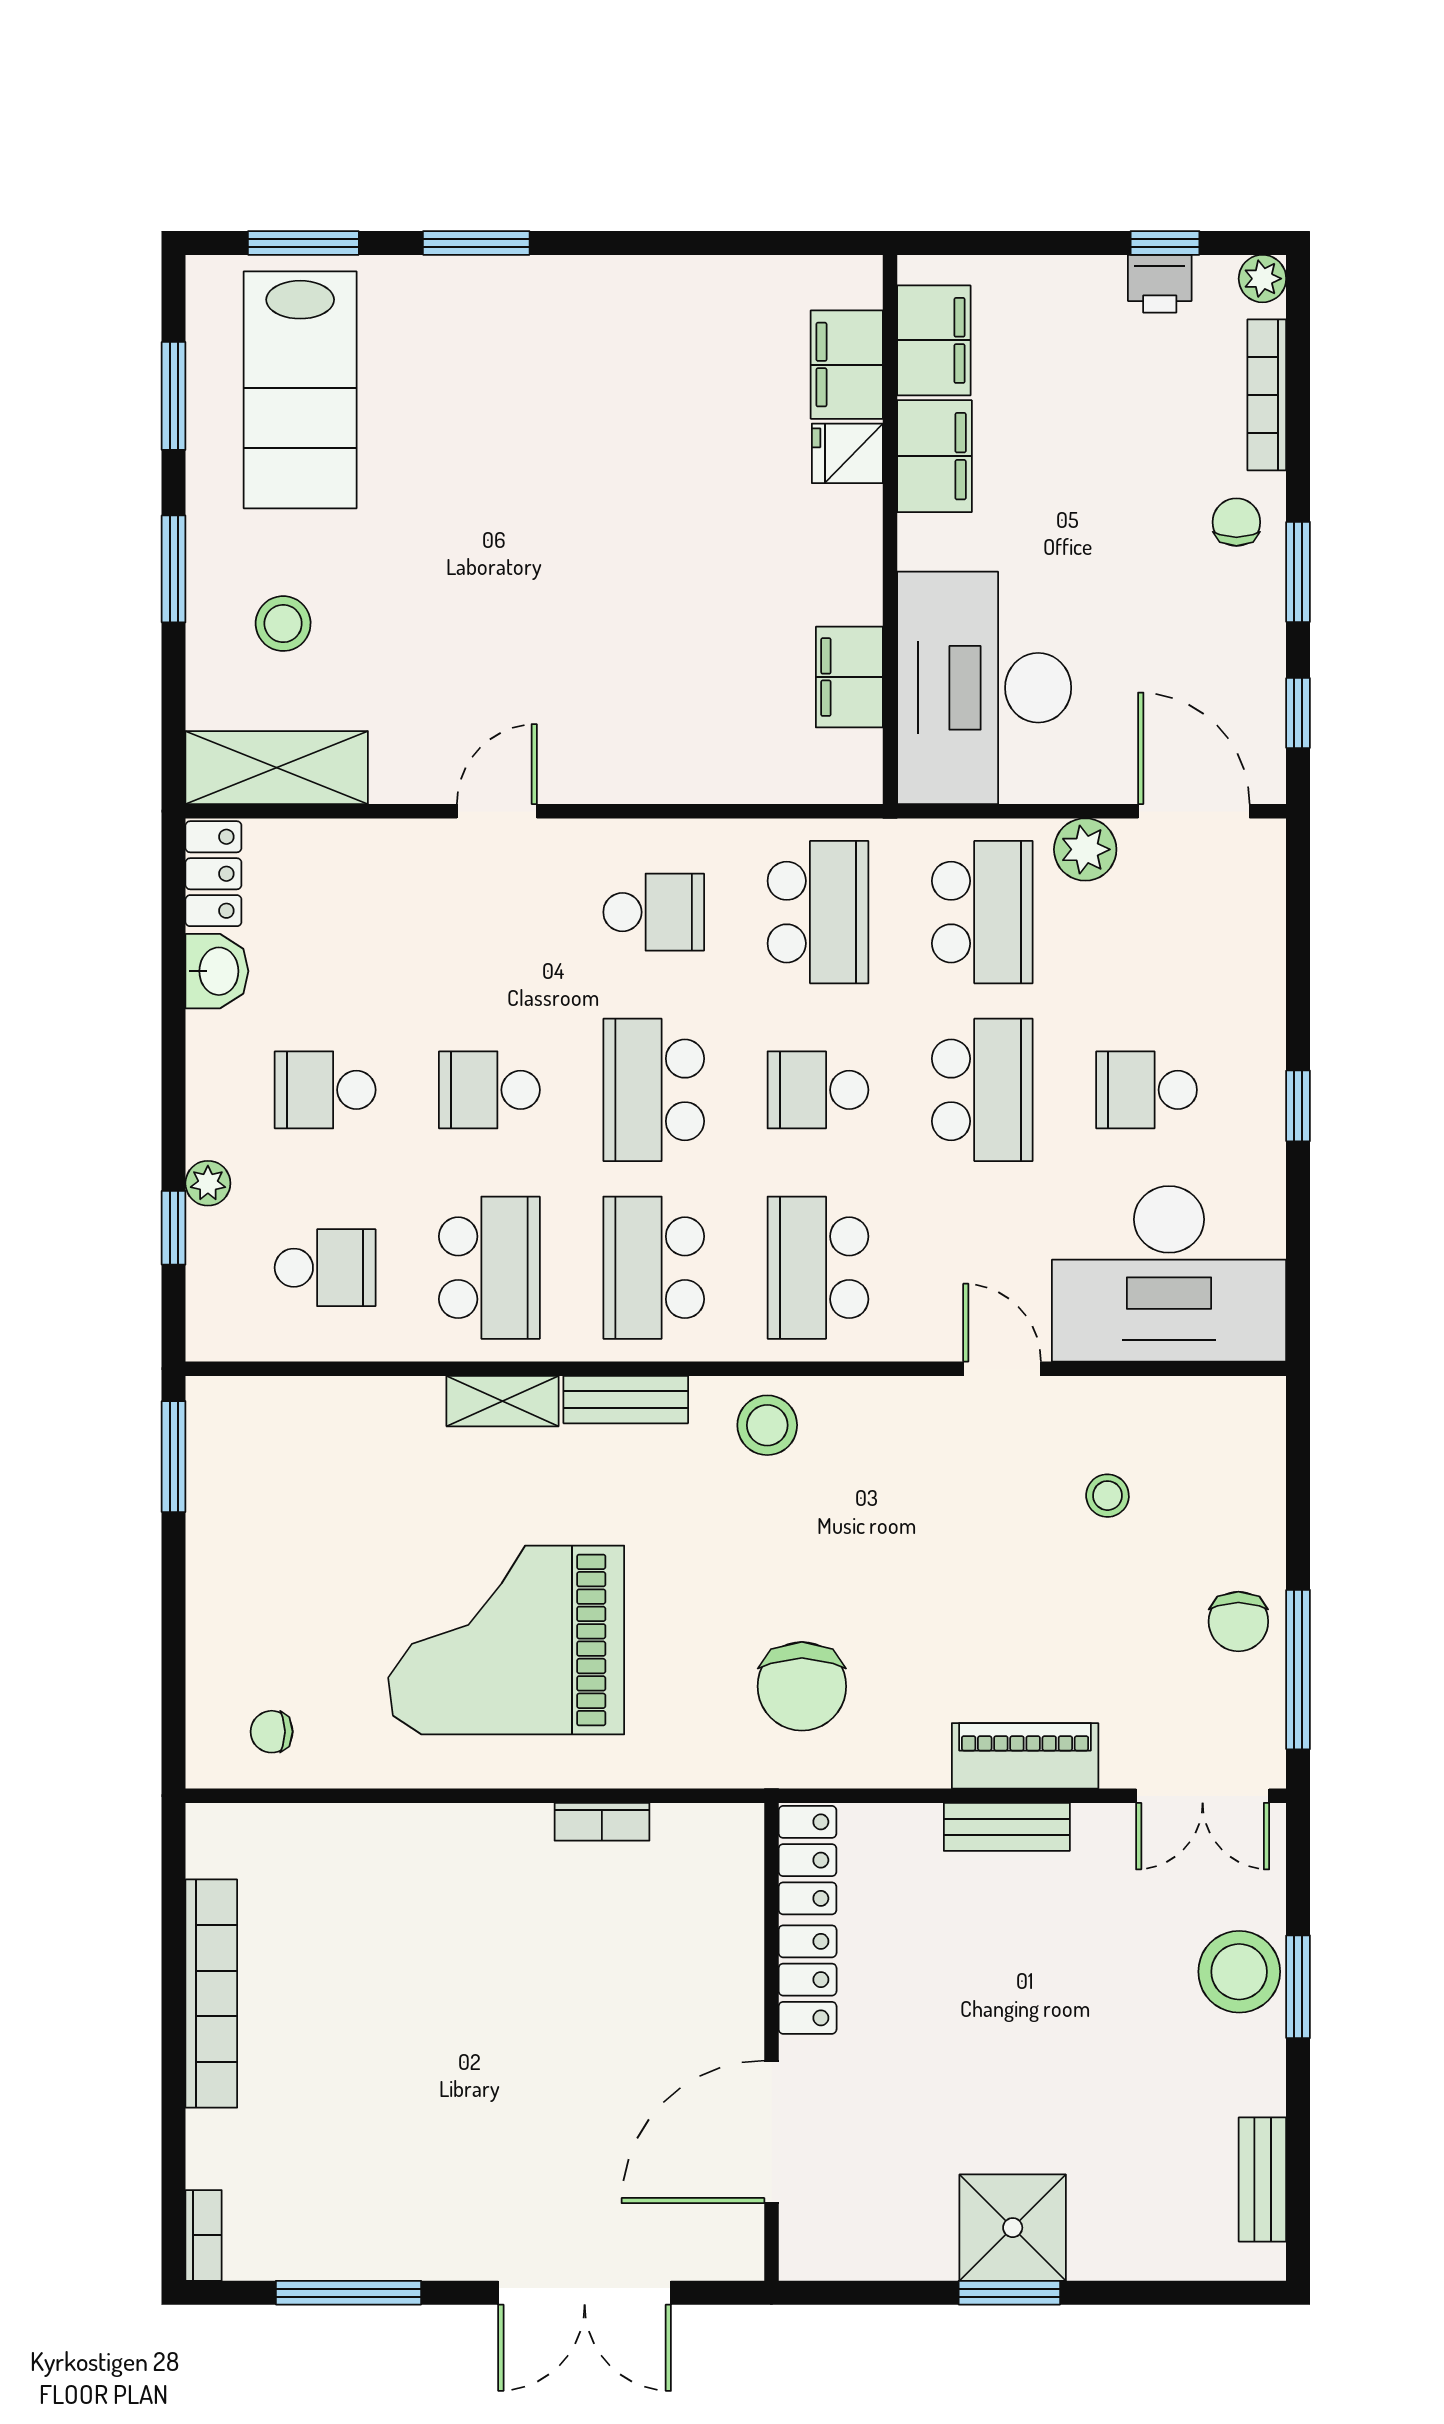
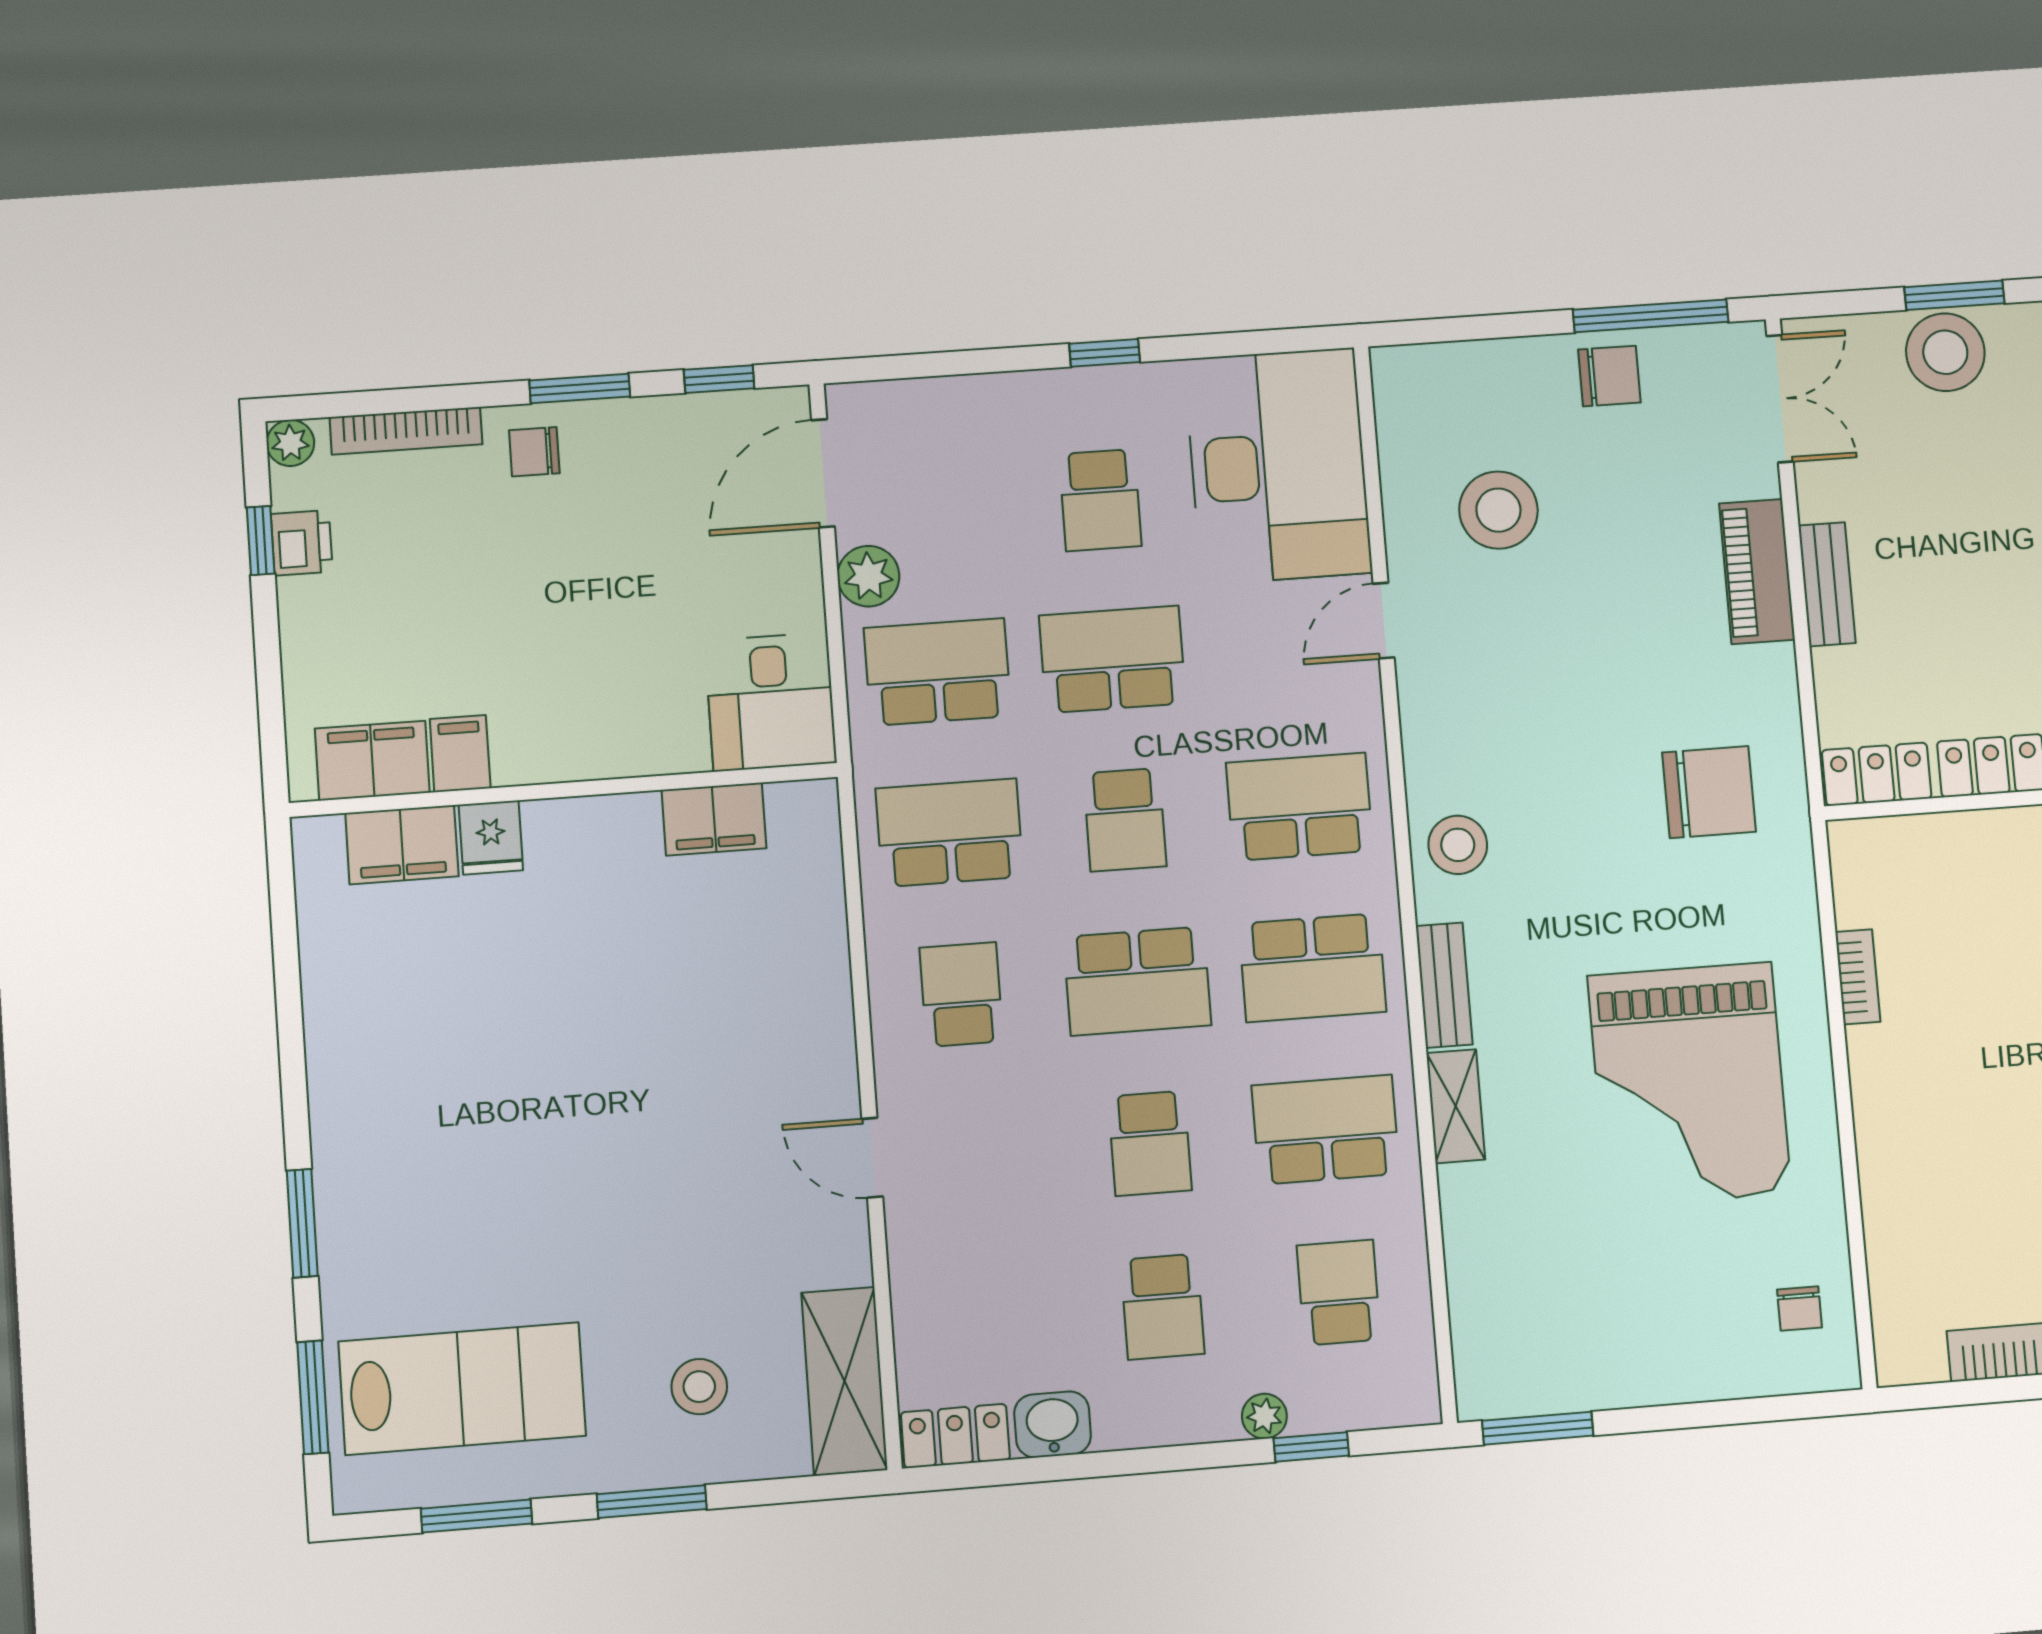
filing cabinet: (934, 456) -> (460, 754), width x0.50
desk: (984, 688) -> (771, 702), width x0.53, depth x0.77
school desk: (818, 1268) -> (1300, 807), turned 180
stool: (1107, 1496) -> (1498, 510), width x1.89, depth x1.89

